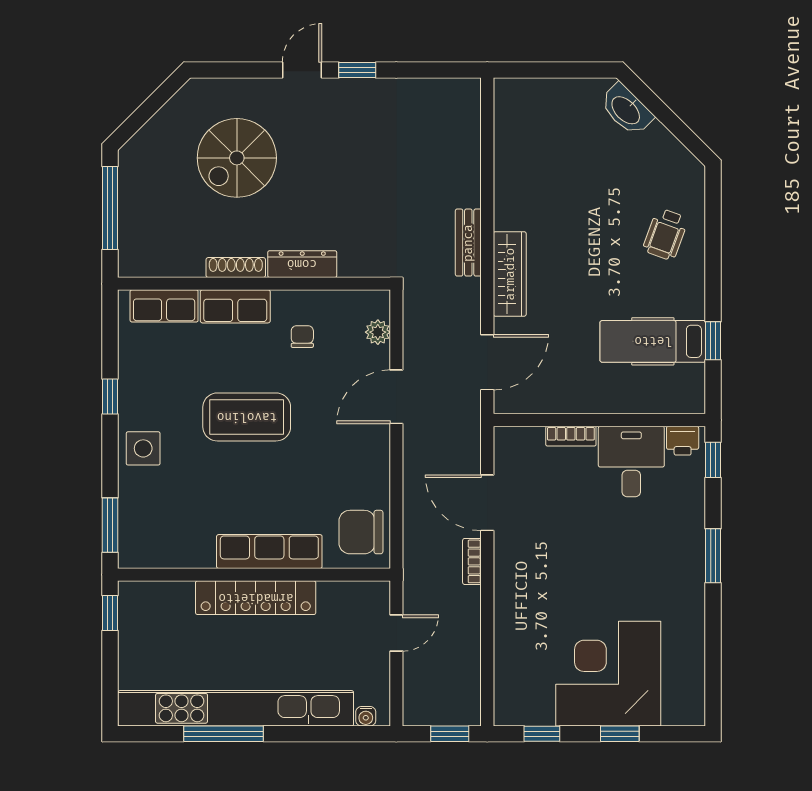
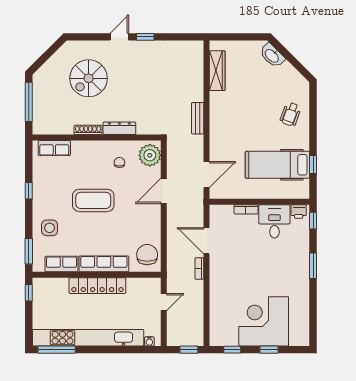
wardrobe: (510, 274) -> (217, 71), moved
row of seats: (235, 306) -> (62, 264), moved, turned 180
plant: (378, 332) -> (150, 155), width x1.87, depth x1.87
hospital bed: (653, 341) -> (277, 165), width x1.37, depth x1.29
side table: (143, 448) -> (50, 228), moved
chair: (361, 532) -> (147, 255), turned 90
window: (224, 734) -> (57, 350), moved

